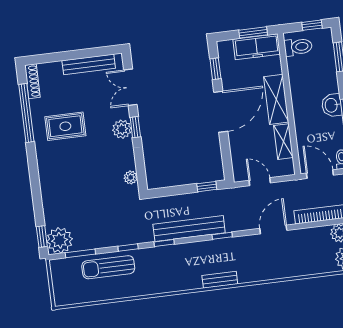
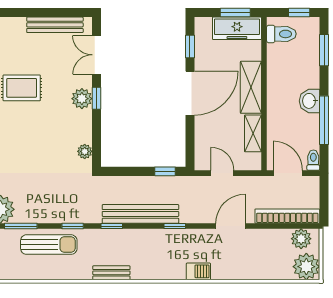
sun lounger: (108, 267) -> (49, 245), turned 180
barbecue: (249, 275) -> (198, 271), added
bench: (220, 280) -> (111, 273), moved

